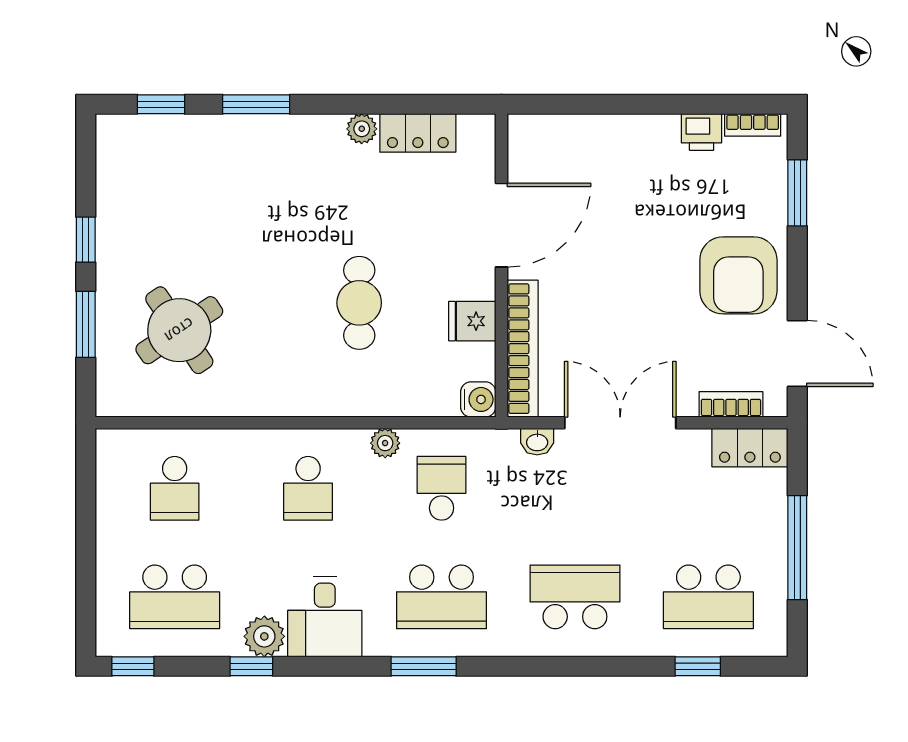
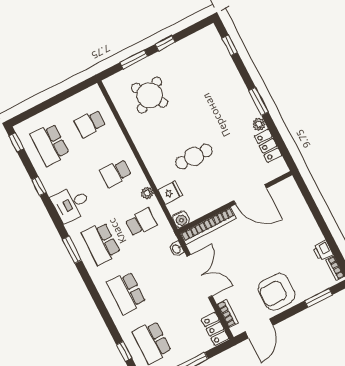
window: (256, 104) -> (259, 101), moved
fridge: (472, 321) -> (170, 193), moved, turned 90
school desk: (575, 597) -> (126, 293), turned 180
plant: (264, 636) -> (52, 185), removed

